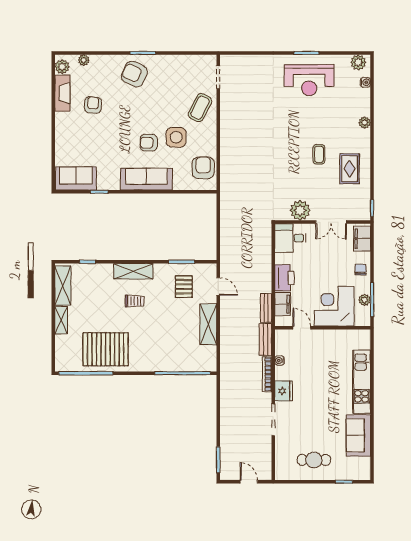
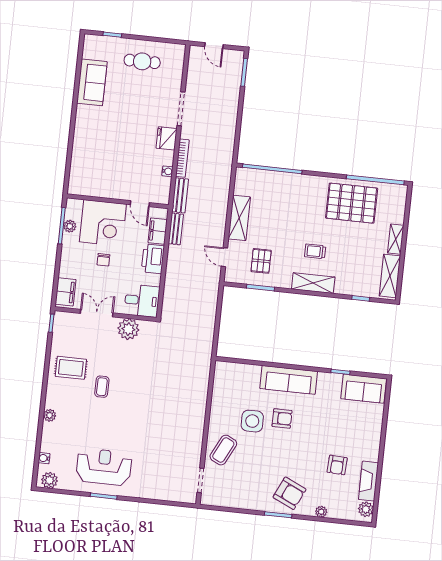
plant: (84, 60) -> (321, 512), moved
armchair: (203, 168) -> (227, 385), removed
rug: (350, 169) -> (71, 368), turned 90
chair: (360, 269) -> (103, 260), moved
kitchen unit: (362, 382) -> (82, 139), removed

